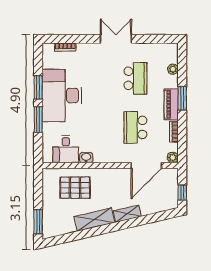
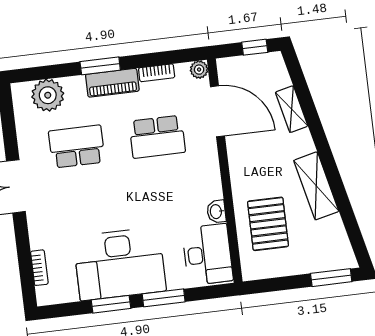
plant: (173, 69) -> (48, 95), width x1.87, depth x1.87
desk: (66, 149) -> (208, 254), width x1.37
shelving: (127, 214) -> (292, 109), moved

